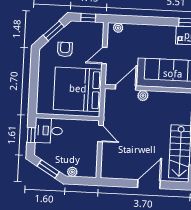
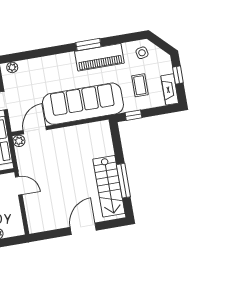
plant: (143, 96) -> (19, 141), moved

